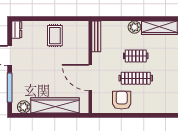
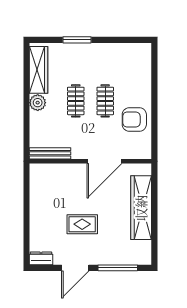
rug: (55, 36) -> (82, 224), moved
clothes rail: (136, 78) -> (105, 101), width x0.73
plant: (24, 107) -> (143, 249), removed

